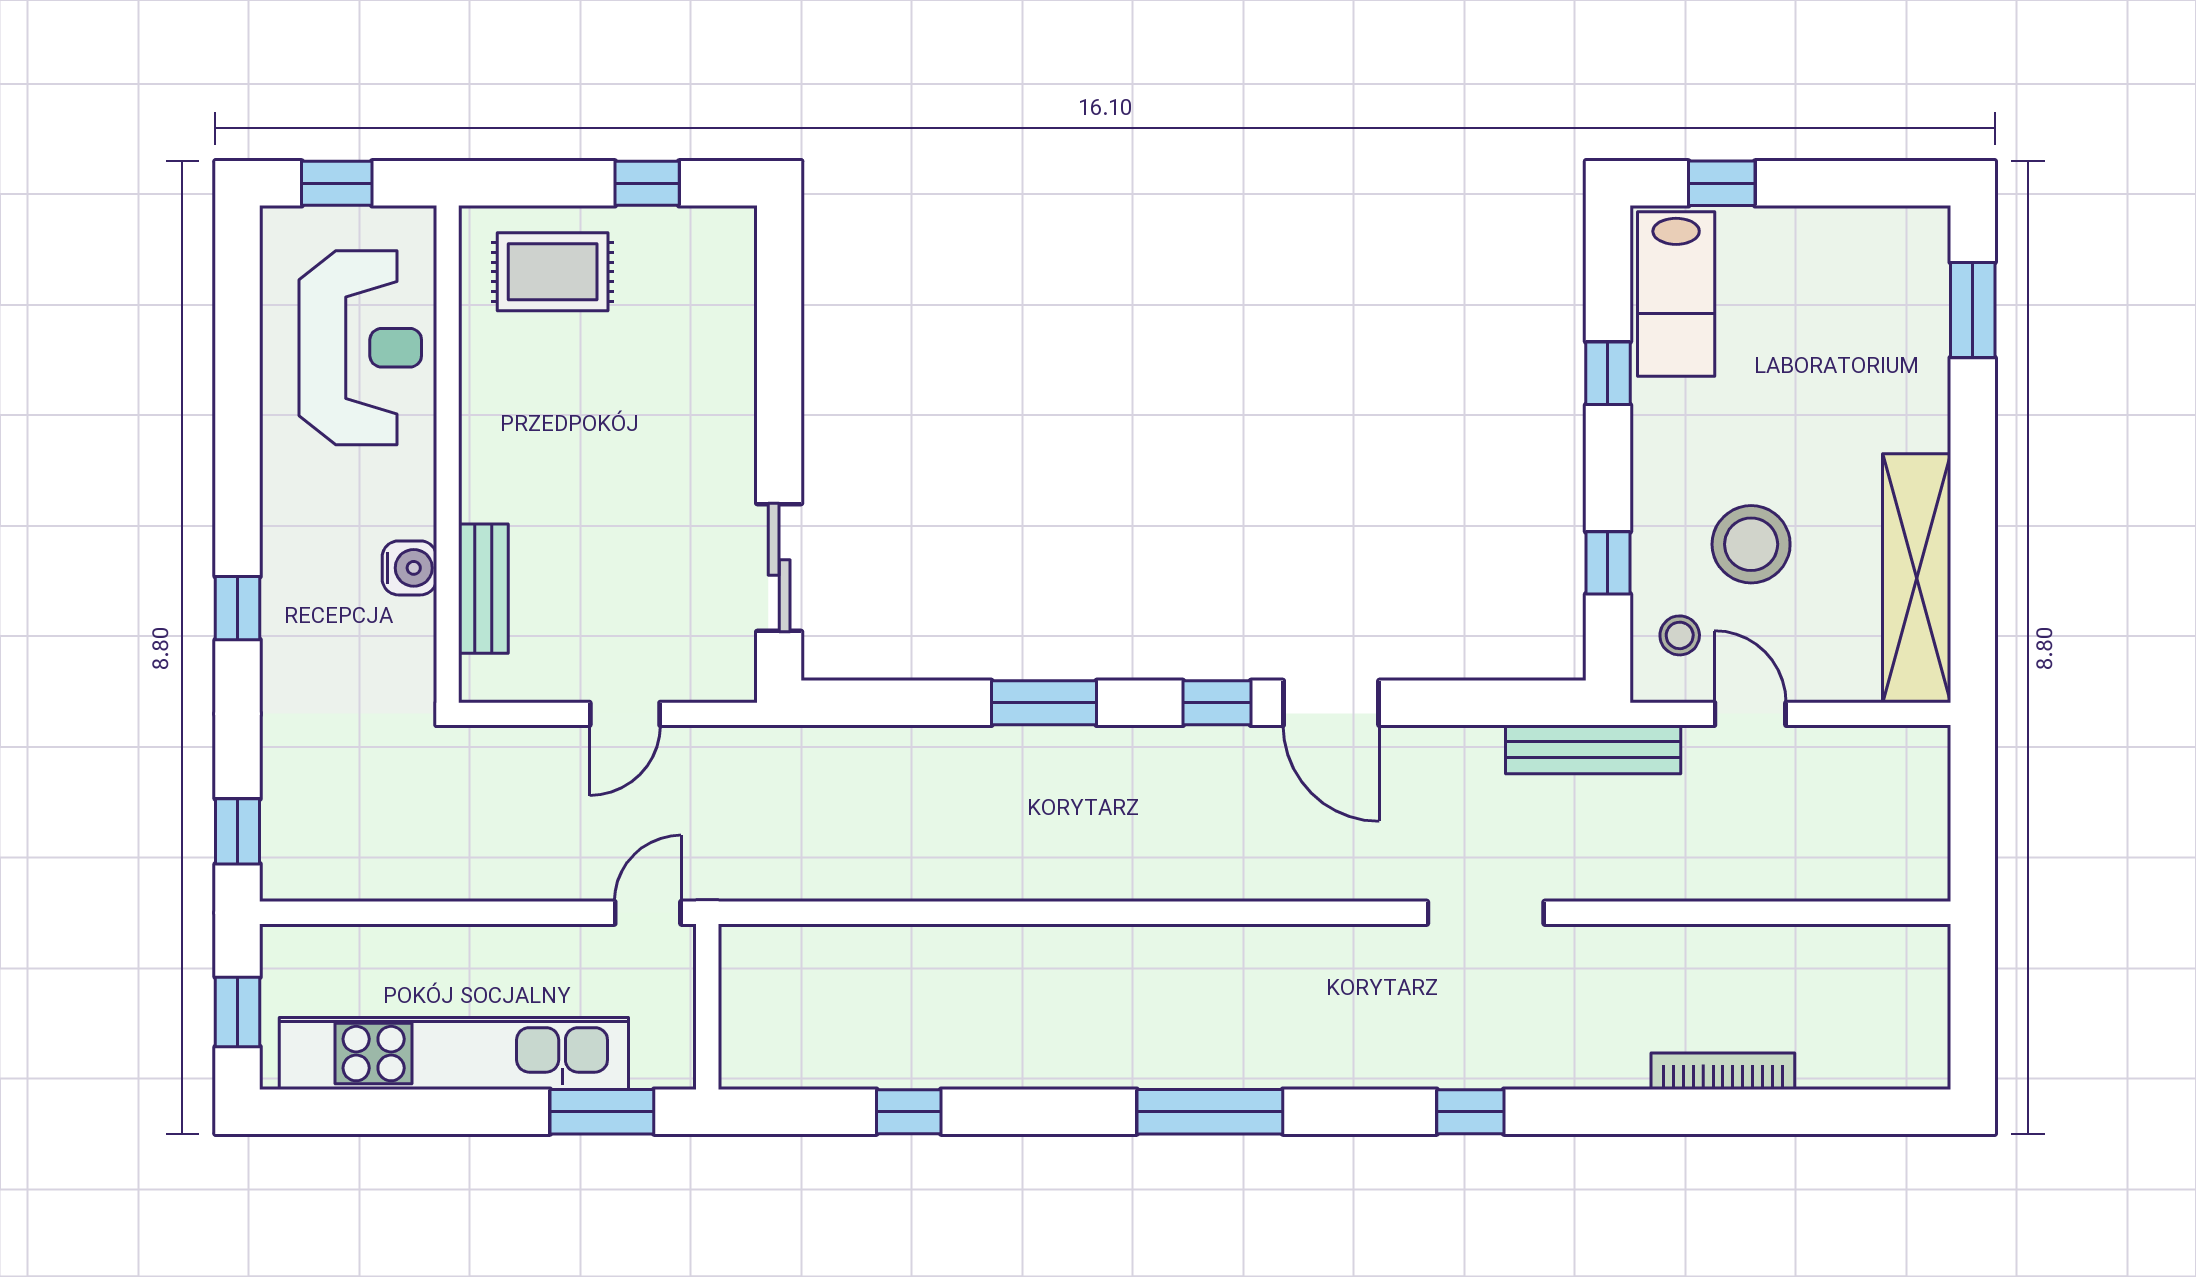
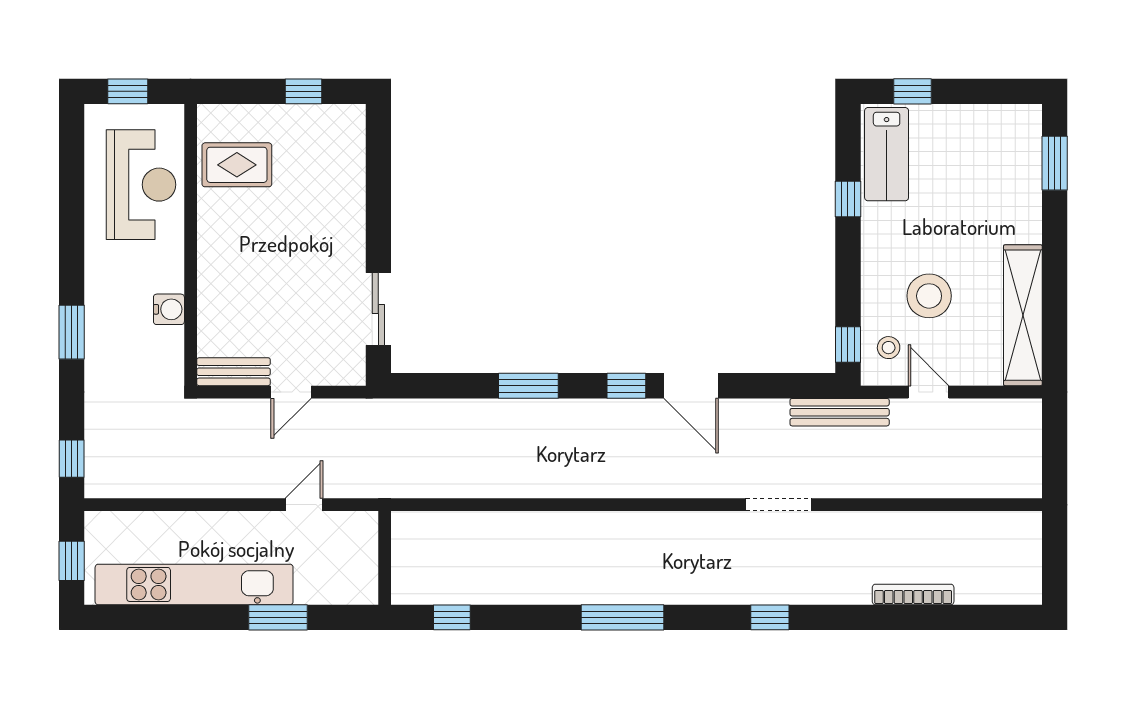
rug: (553, 272) -> (237, 165), moved
window: (1608, 563) -> (848, 344), moved
bench: (483, 589) -> (234, 372), moved, turned 90
window: (238, 608) -> (72, 332), width x1.50
wall: (707, 1007) -> (385, 558), moved

